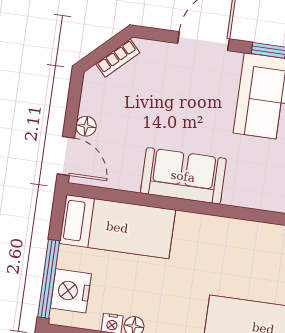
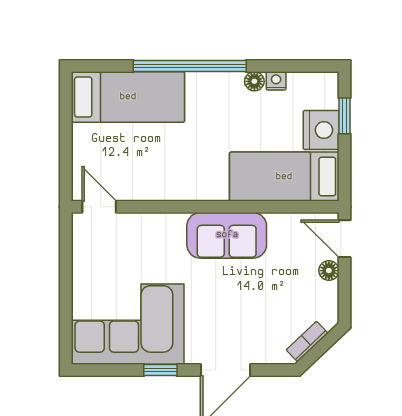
window: (49, 279) -> (344, 116), width x0.46
nightstand: (71, 291) -> (321, 130), moved

